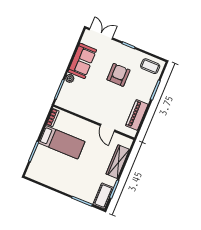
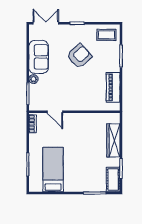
armchair: (118, 75) -> (79, 56), turned 48
door: (108, 128) -> (55, 112), moved
bed: (62, 142) -> (53, 169), moved, turned -90

